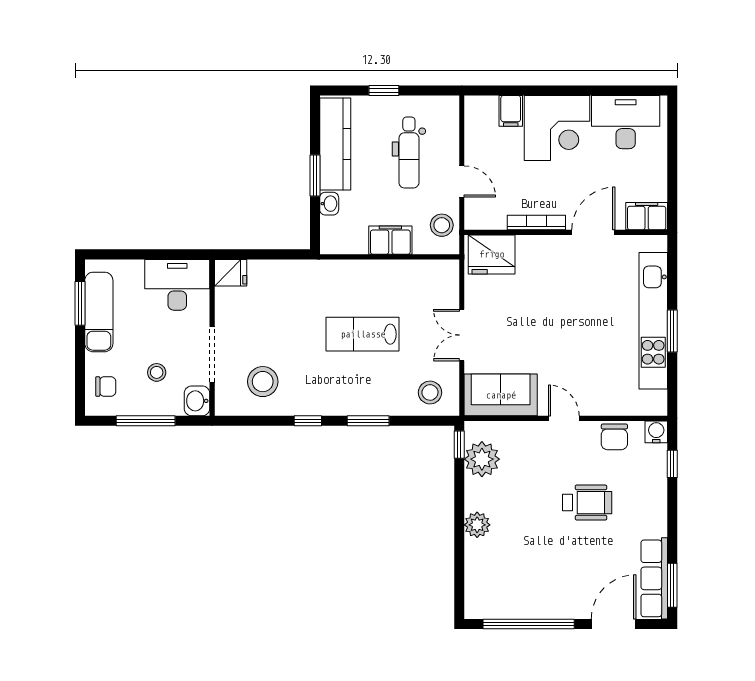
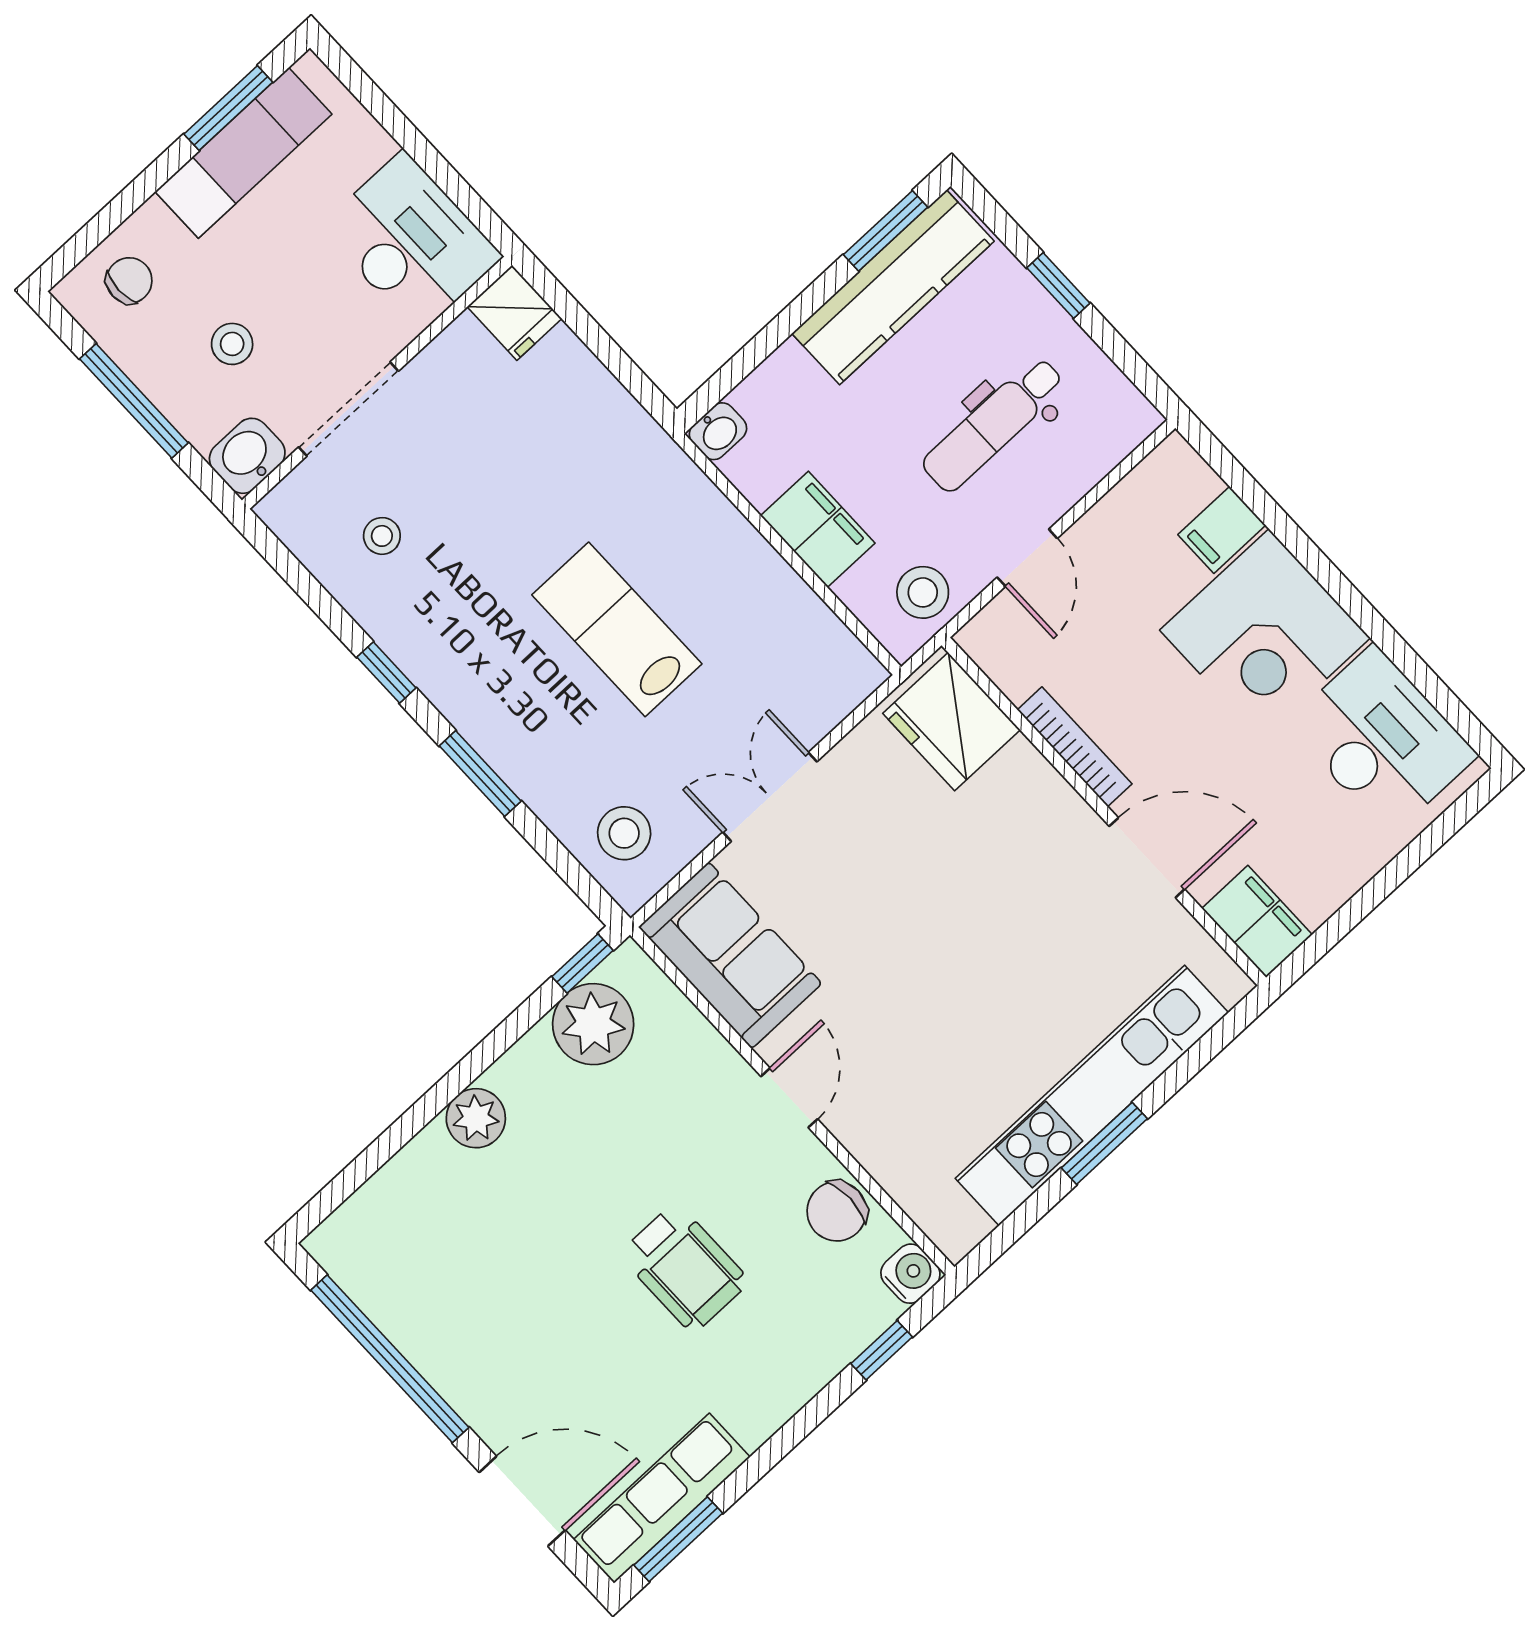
window: (315, 176) -> (886, 231), moved
washbasin: (329, 204) -> (718, 431), moved
stool: (263, 382) -> (382, 536), width x0.53, depth x0.53
chair: (106, 386) -> (129, 280), turned -90

